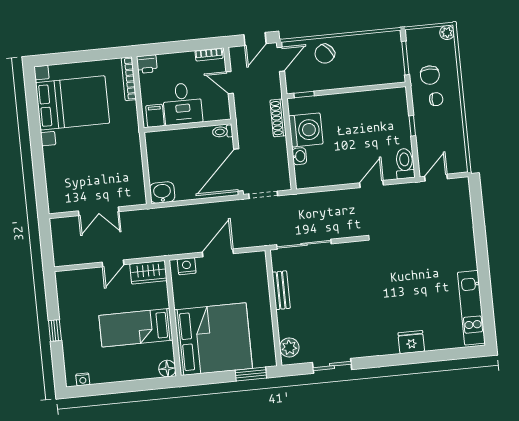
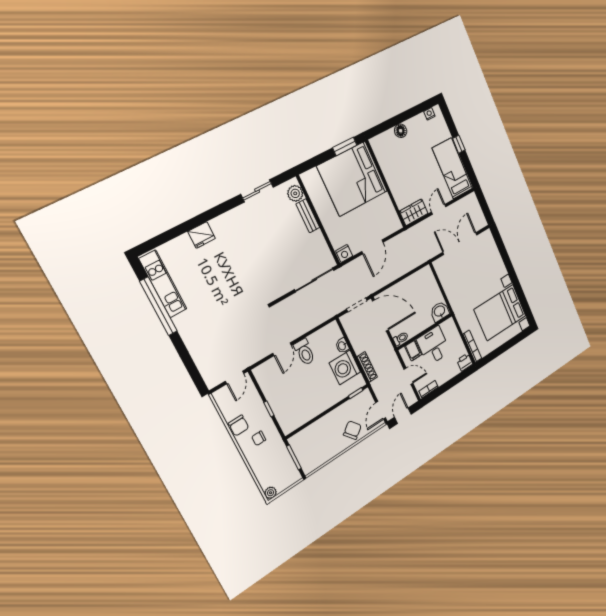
chair: (430, 75) -> (239, 426), moved, turned 180
filing cabinet: (155, 116) -> (413, 351), moved
toilet: (405, 164) -> (304, 352), moved
door: (238, 170) -> (380, 315), hinge flipped
washbasin: (162, 192) -> (440, 311), moved, turned 180
double door: (99, 211) -> (460, 243), width x1.37
nightstand: (187, 266) -> (344, 253), moved
window: (485, 287) -> (158, 306), added
bench: (281, 290) -> (308, 216), moved
bed: (136, 328) -> (452, 168), moved, turned -90
floor lamp: (167, 369) -> (401, 131), moved
window: (251, 374) -> (345, 146), moved

